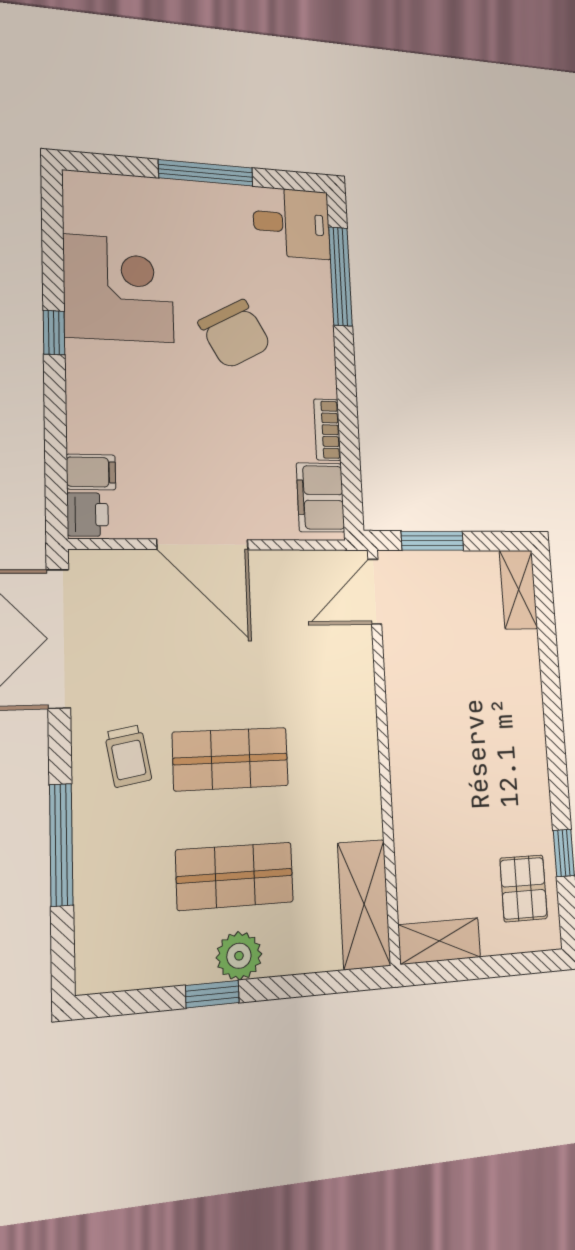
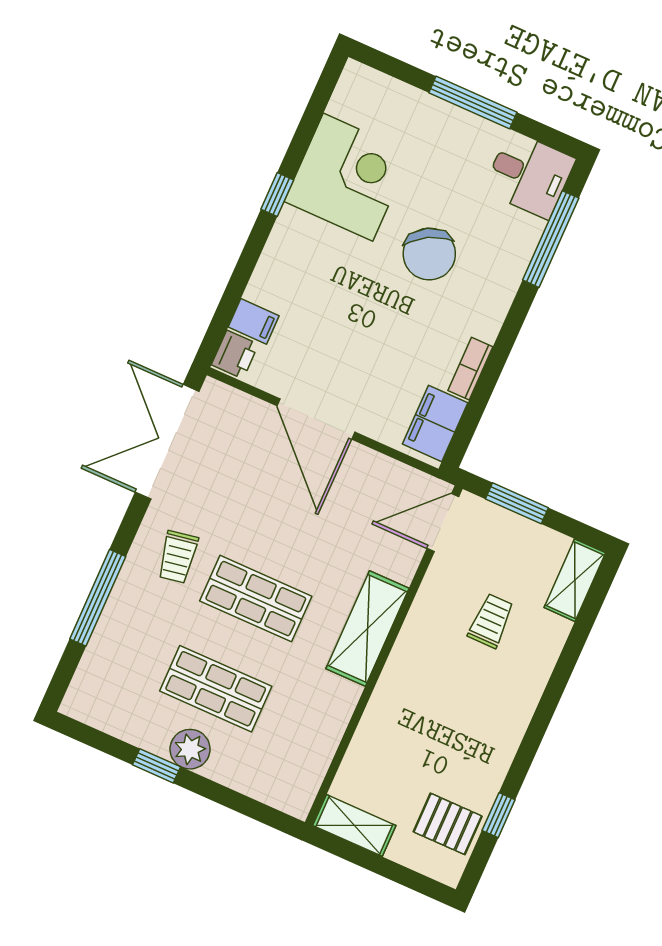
trolley: (465, 666) -> (491, 621), added
pallet: (524, 888) -> (448, 824), turned 90
shelving: (364, 904) -> (367, 629), moved

